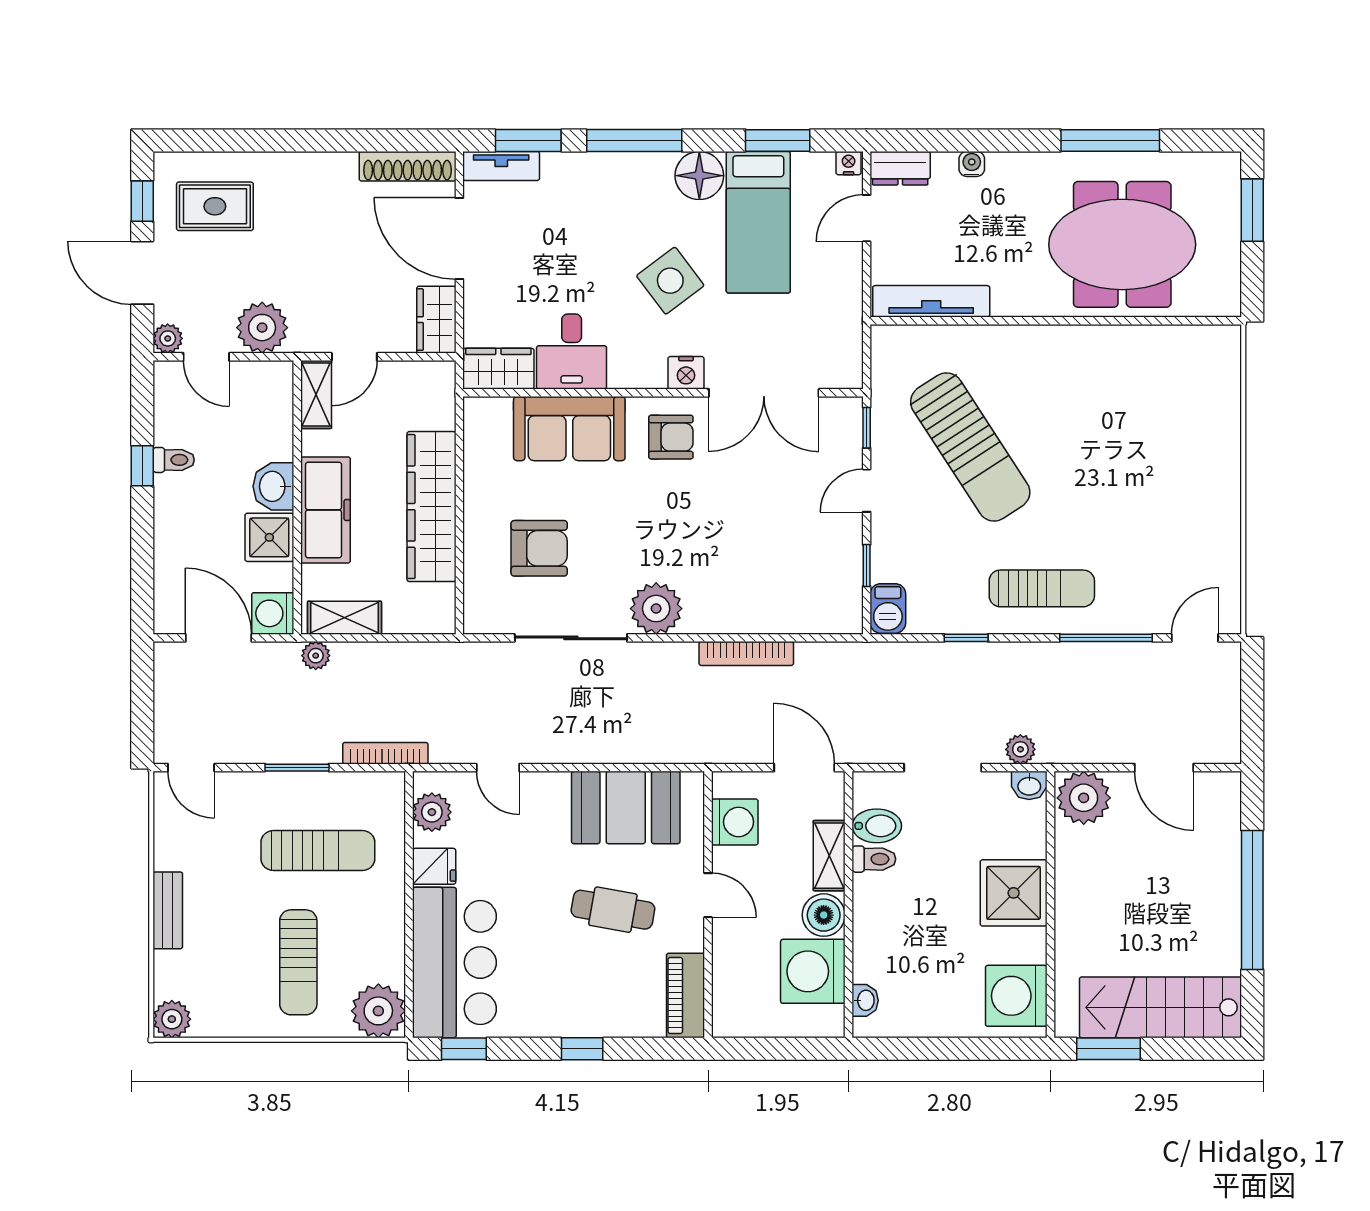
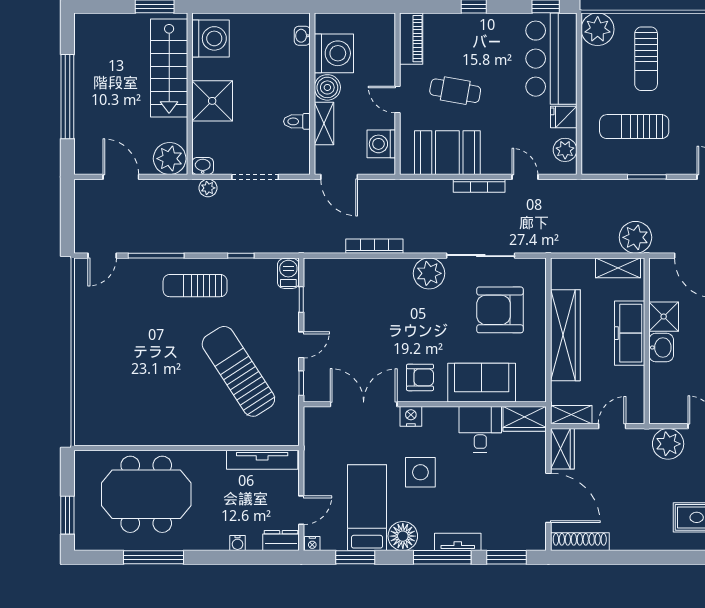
tv unit: (501, 166) -> (458, 542), moved
side table: (670, 281) -> (420, 472), turned 37
shelving: (316, 394) -> (571, 415), moved, turned 90
armchair: (671, 437) -> (420, 377), turned 180
armchair: (539, 548) -> (500, 310), width x1.36, depth x1.36
washing machine: (273, 613) -> (662, 270), removed
plant: (316, 656) -> (635, 237), width x1.88, depth x1.88
bookcase: (385, 753) -> (479, 186), moved
bidet: (877, 826) -> (295, 142), removed
sun lounger: (298, 962) -> (646, 59), turned 180
stairs: (1160, 1007) -> (169, 68), moved, turned 90

